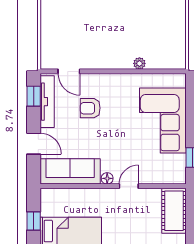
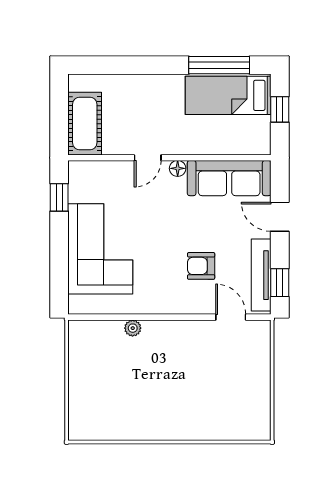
armchair: (90, 108) -> (201, 266), turned 180

